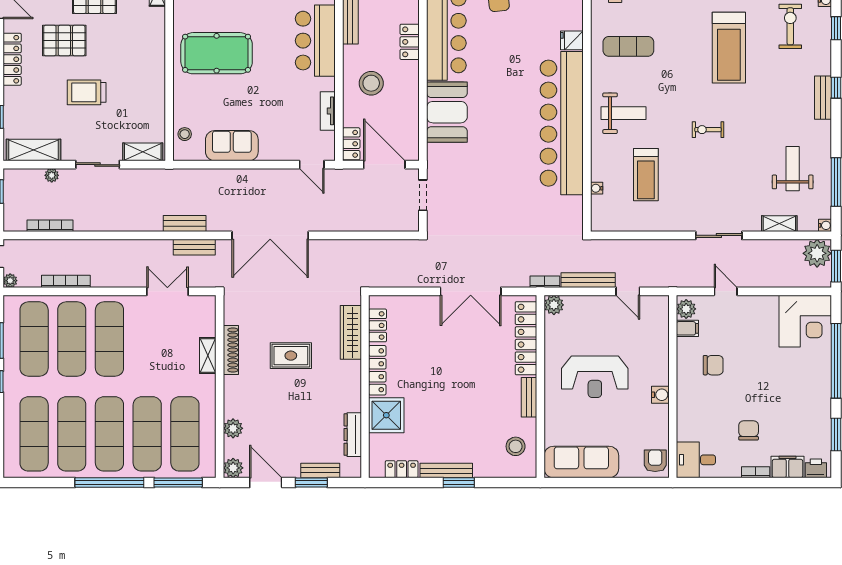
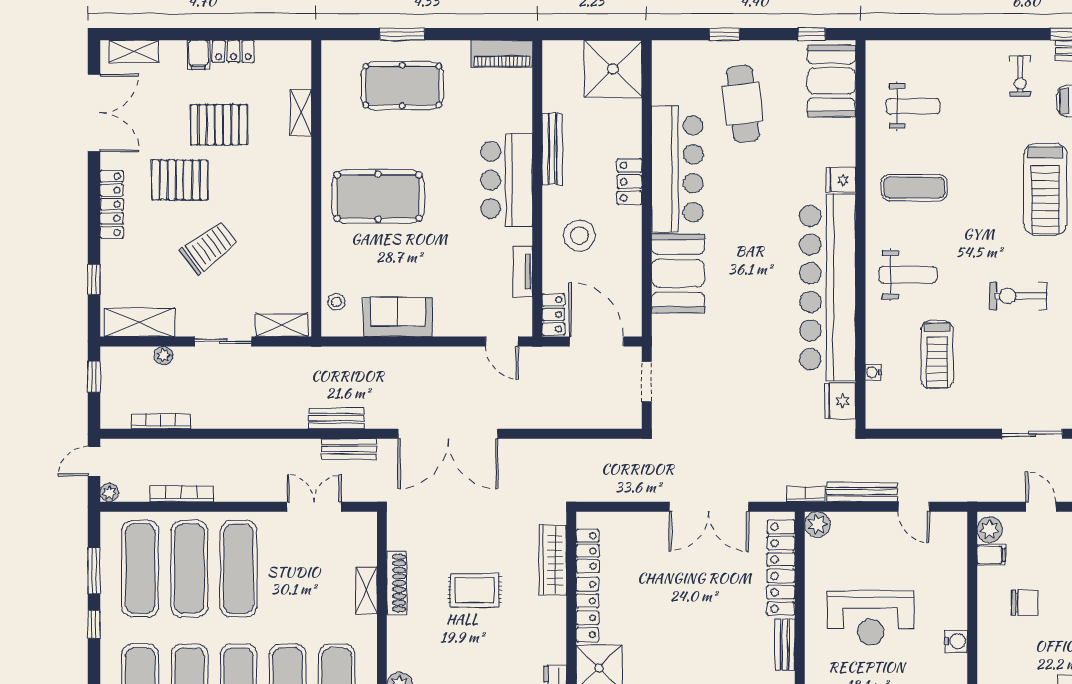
trolley: (87, 92) -> (209, 248), turned 143
exercise bike: (708, 130) -> (1018, 296), width x1.38, depth x1.39
fridge: (571, 210) -> (840, 401), added

